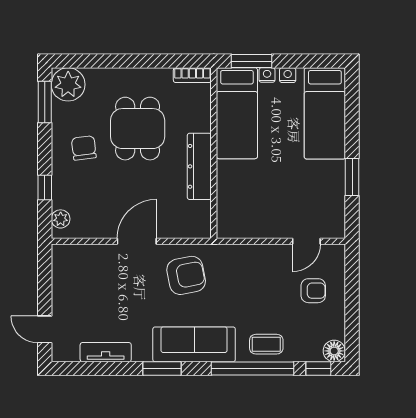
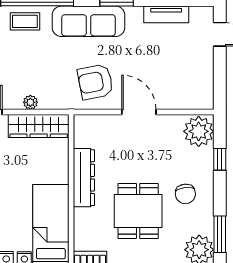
plant: (61, 219) -> (199, 131), width x1.88, depth x1.88
wardrobe: (251, 225) -> (39, 126), added
door: (137, 241) -> (139, 112), swing flipped
plant: (260, 252) -> (30, 102), added

